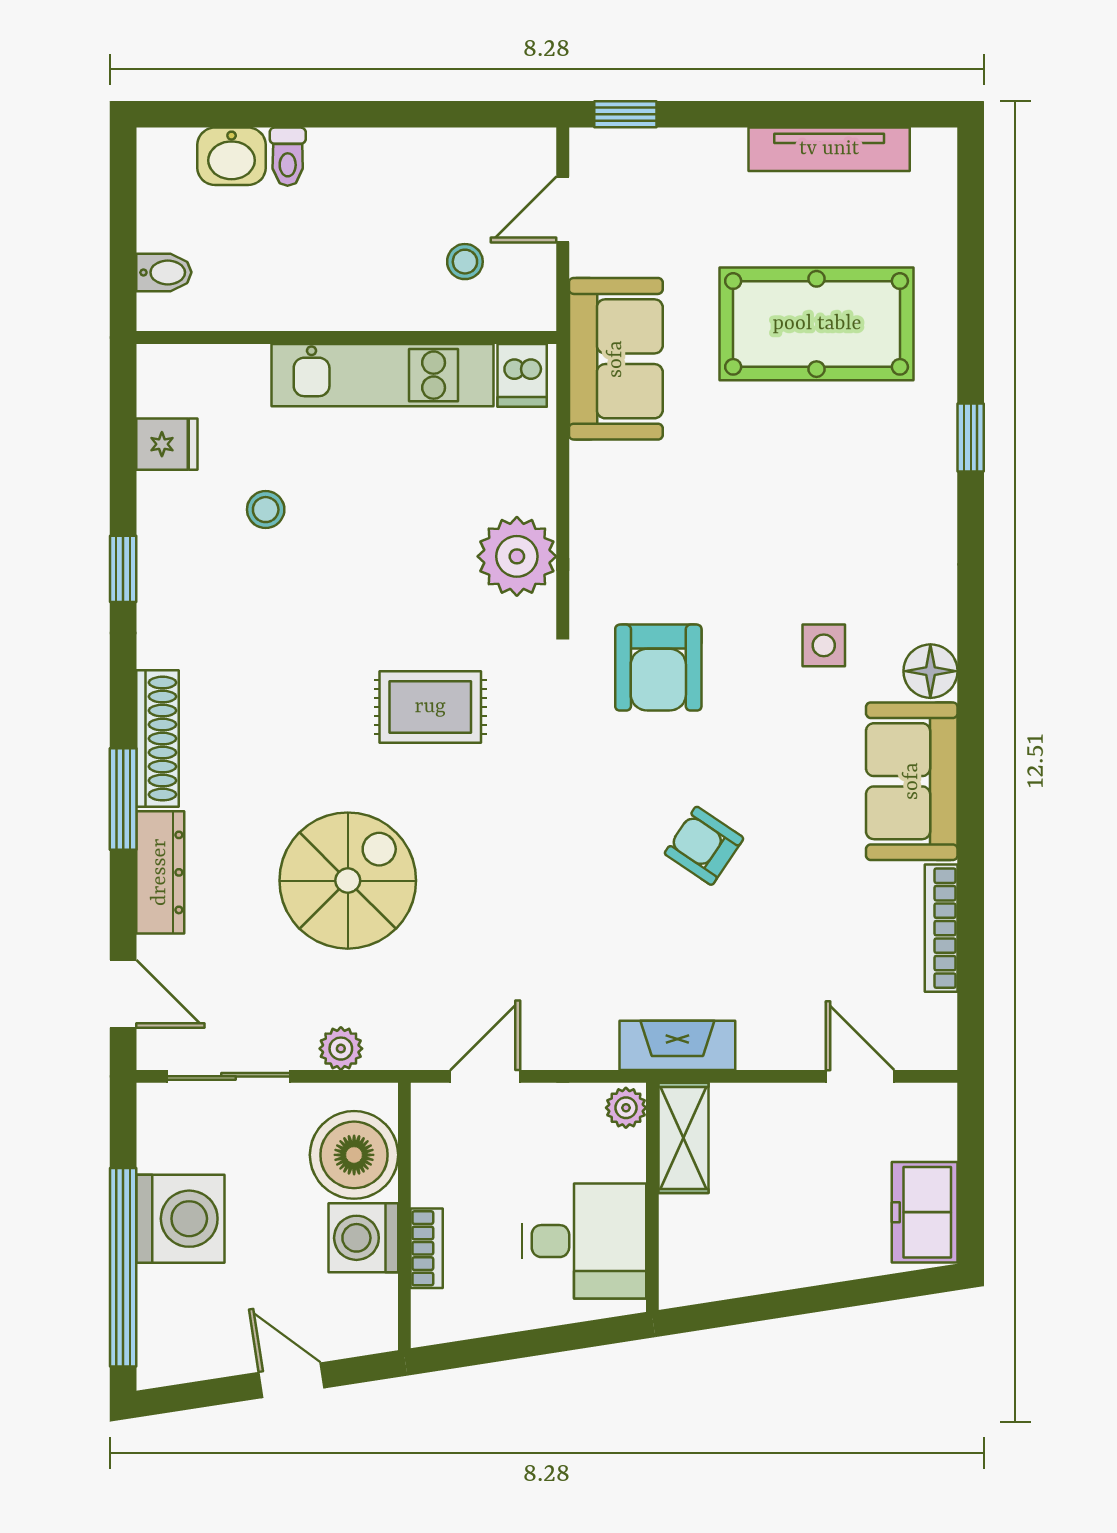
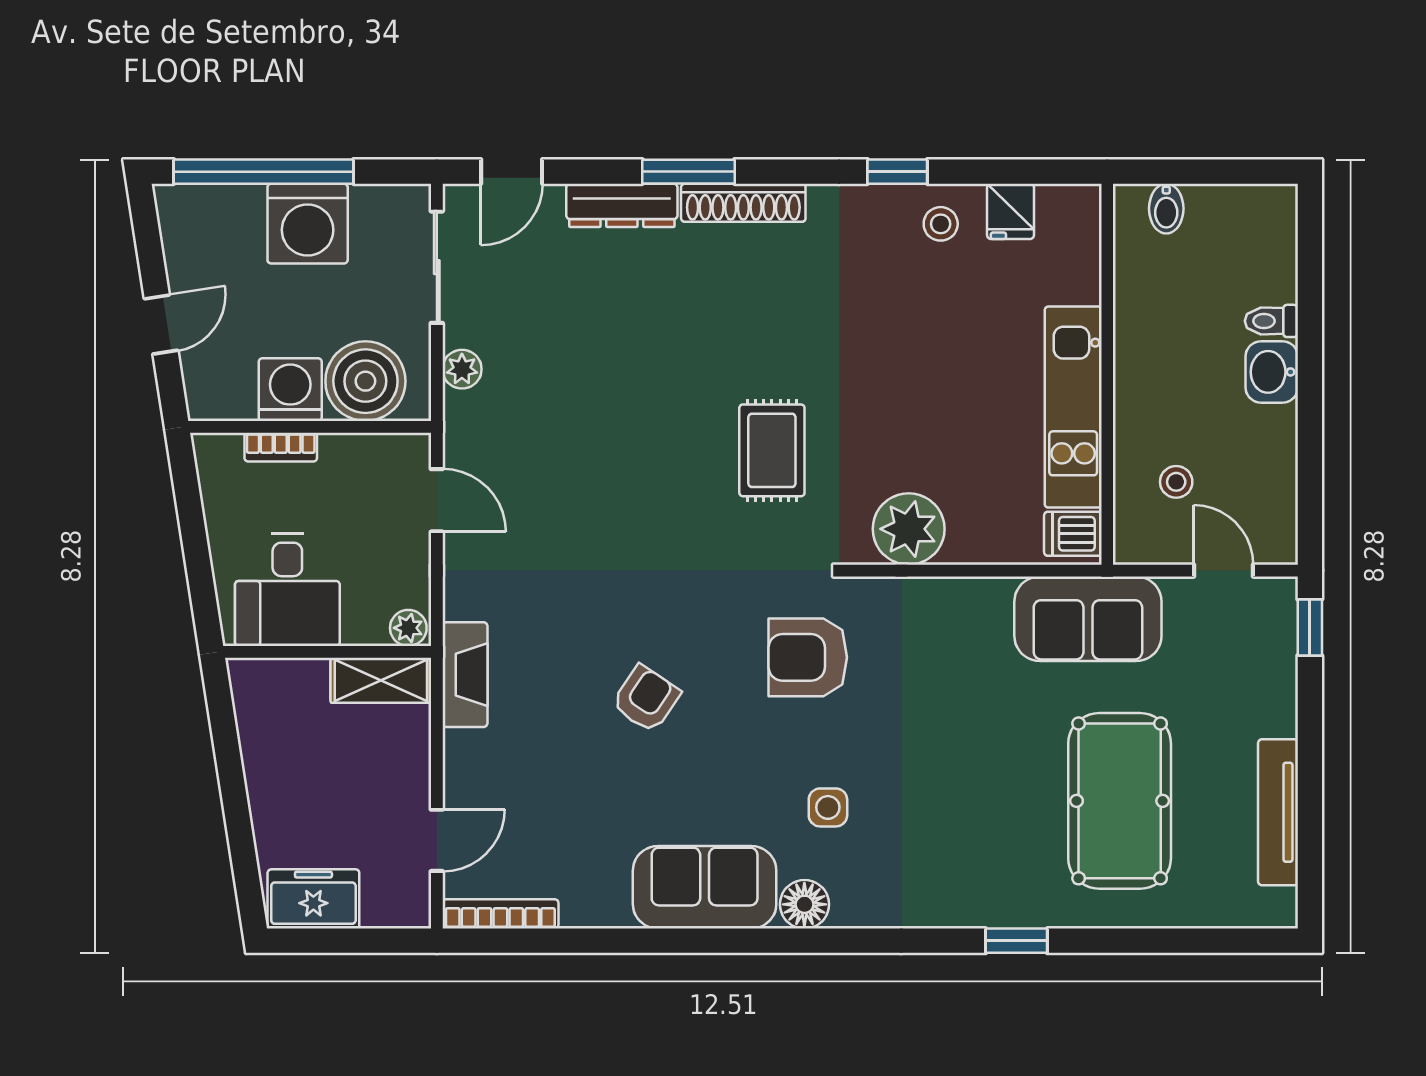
washbasin: (232, 156) -> (1272, 372), moved
stool: (266, 510) -> (941, 224), moved
spiral stairs: (348, 881) -> (614, 375), removed
bookcase: (941, 928) -> (500, 914), moved

